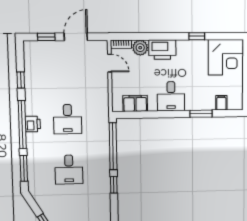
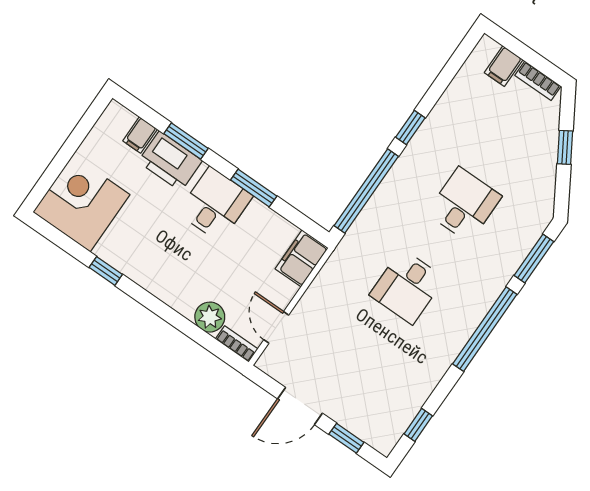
printer: (162, 50) -> (170, 161), moved, turned 180
window: (21, 80) -> (418, 425), moved
filing cabinet: (135, 103) -> (302, 258), moved, turned 90
window: (160, 114) -> (254, 188), added
desk: (68, 119) -> (407, 286), turned 180
printer: (33, 124) -> (467, 318), removed

